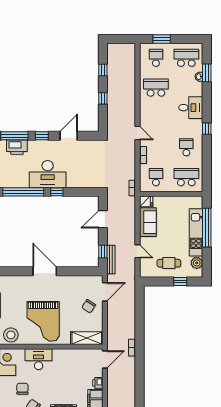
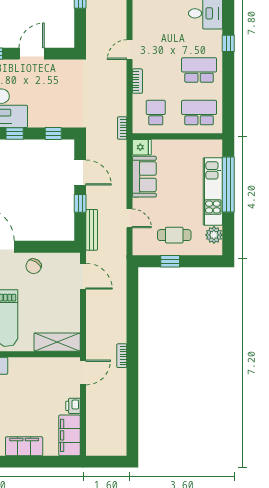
door: (137, 133) -> (129, 50), swing flipped
school desk: (186, 147) -> (199, 70), width x1.85
window: (84, 192) -> (53, 133), added
door: (103, 219) -> (80, 172), swing flipped
window: (103, 252) -> (80, 203), moved
window: (180, 281) -> (170, 261), moved
door: (105, 292) -> (83, 276), hinge flipped
chair: (89, 306) -> (34, 266), moved

